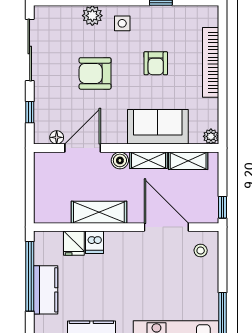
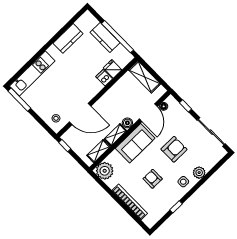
sofa: (158, 127) -> (135, 143), moved
plant: (211, 136) -> (105, 171), width x1.87, depth x1.87
shelving: (99, 212) -> (145, 77), moved, turned 90

